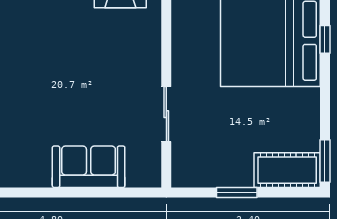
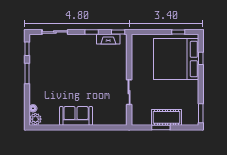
sofa: (89, 167) -> (76, 116), moved
cot: (287, 170) -> (167, 117), moved

